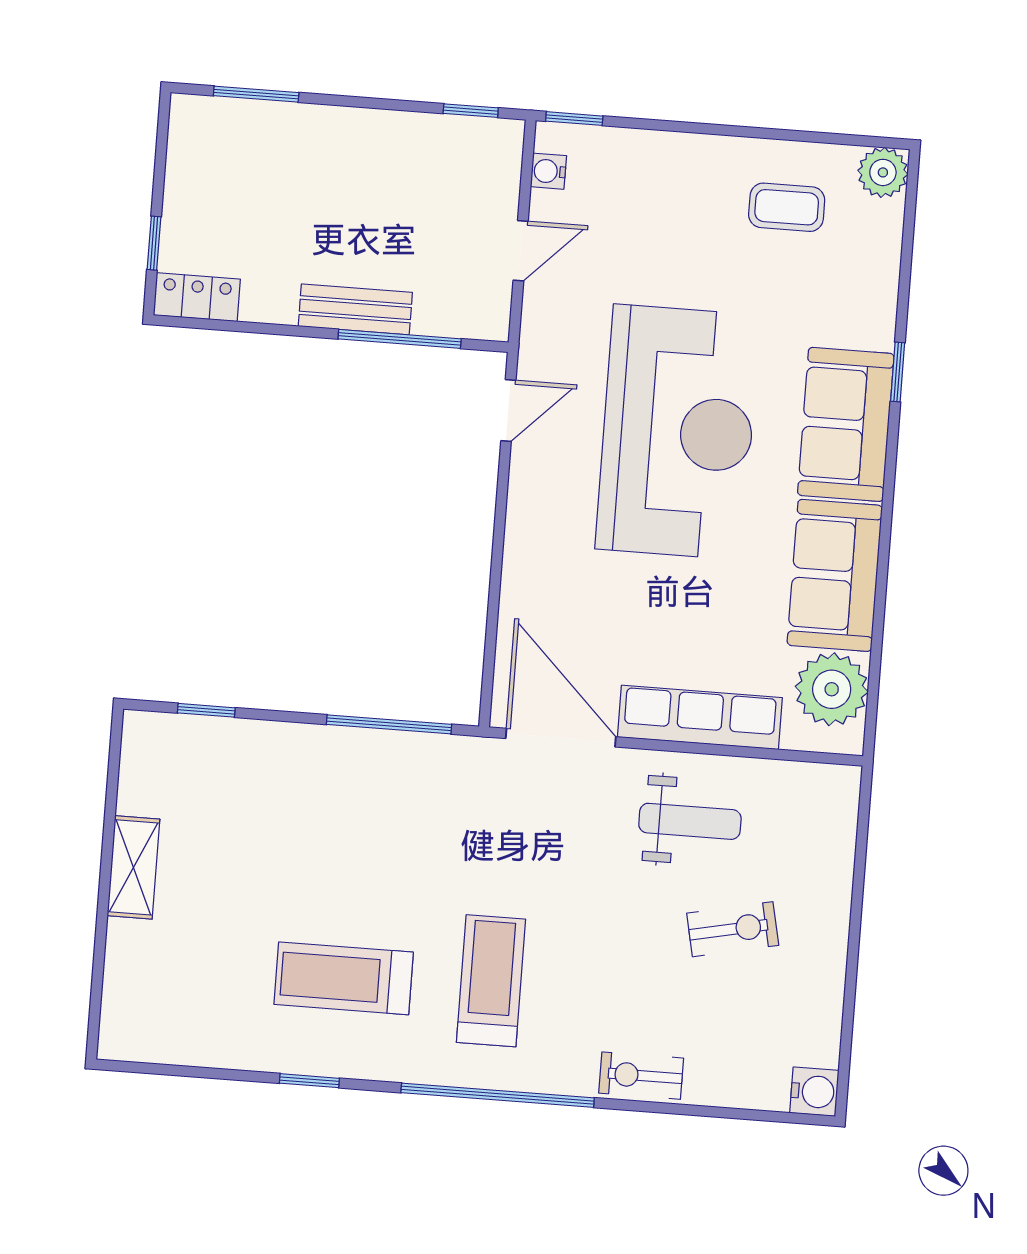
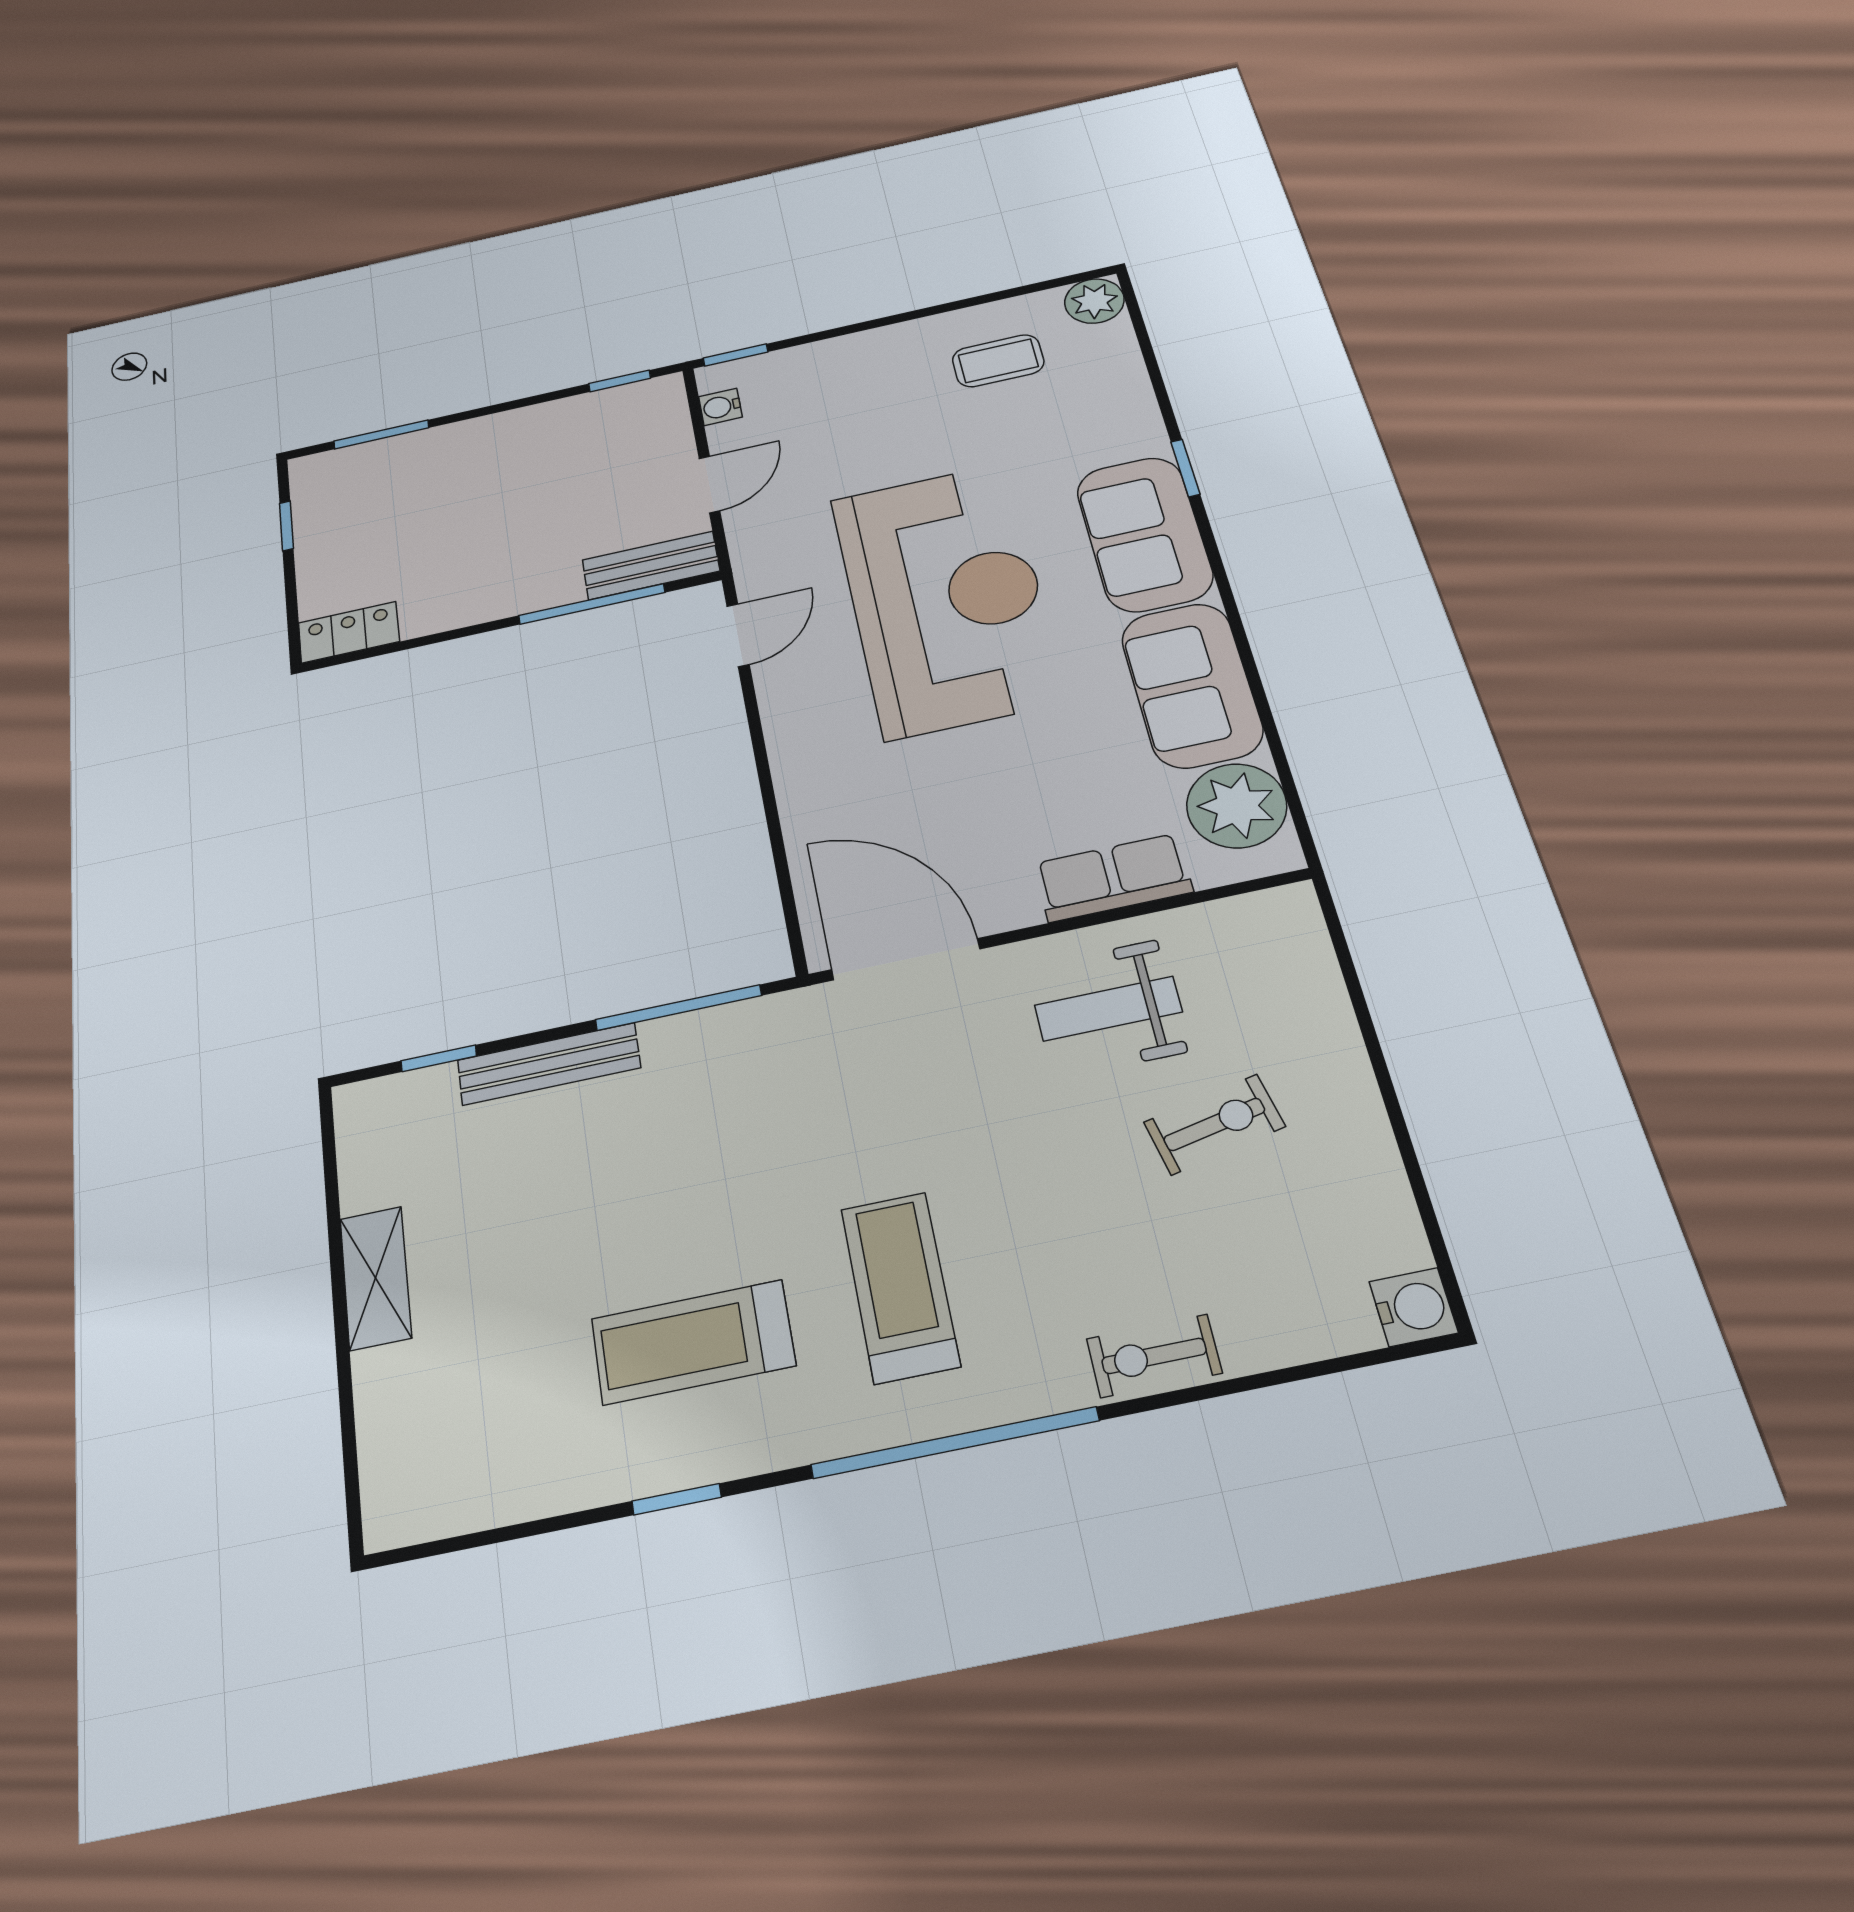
window: (154, 243) -> (286, 526), moved
bench: (355, 309) -> (651, 565), moved
row of seats: (700, 717) -> (1113, 878), width x0.68
bench: (286, 740) -> (549, 1064), added
weight bench: (690, 821) -> (1108, 1009), turned 180

